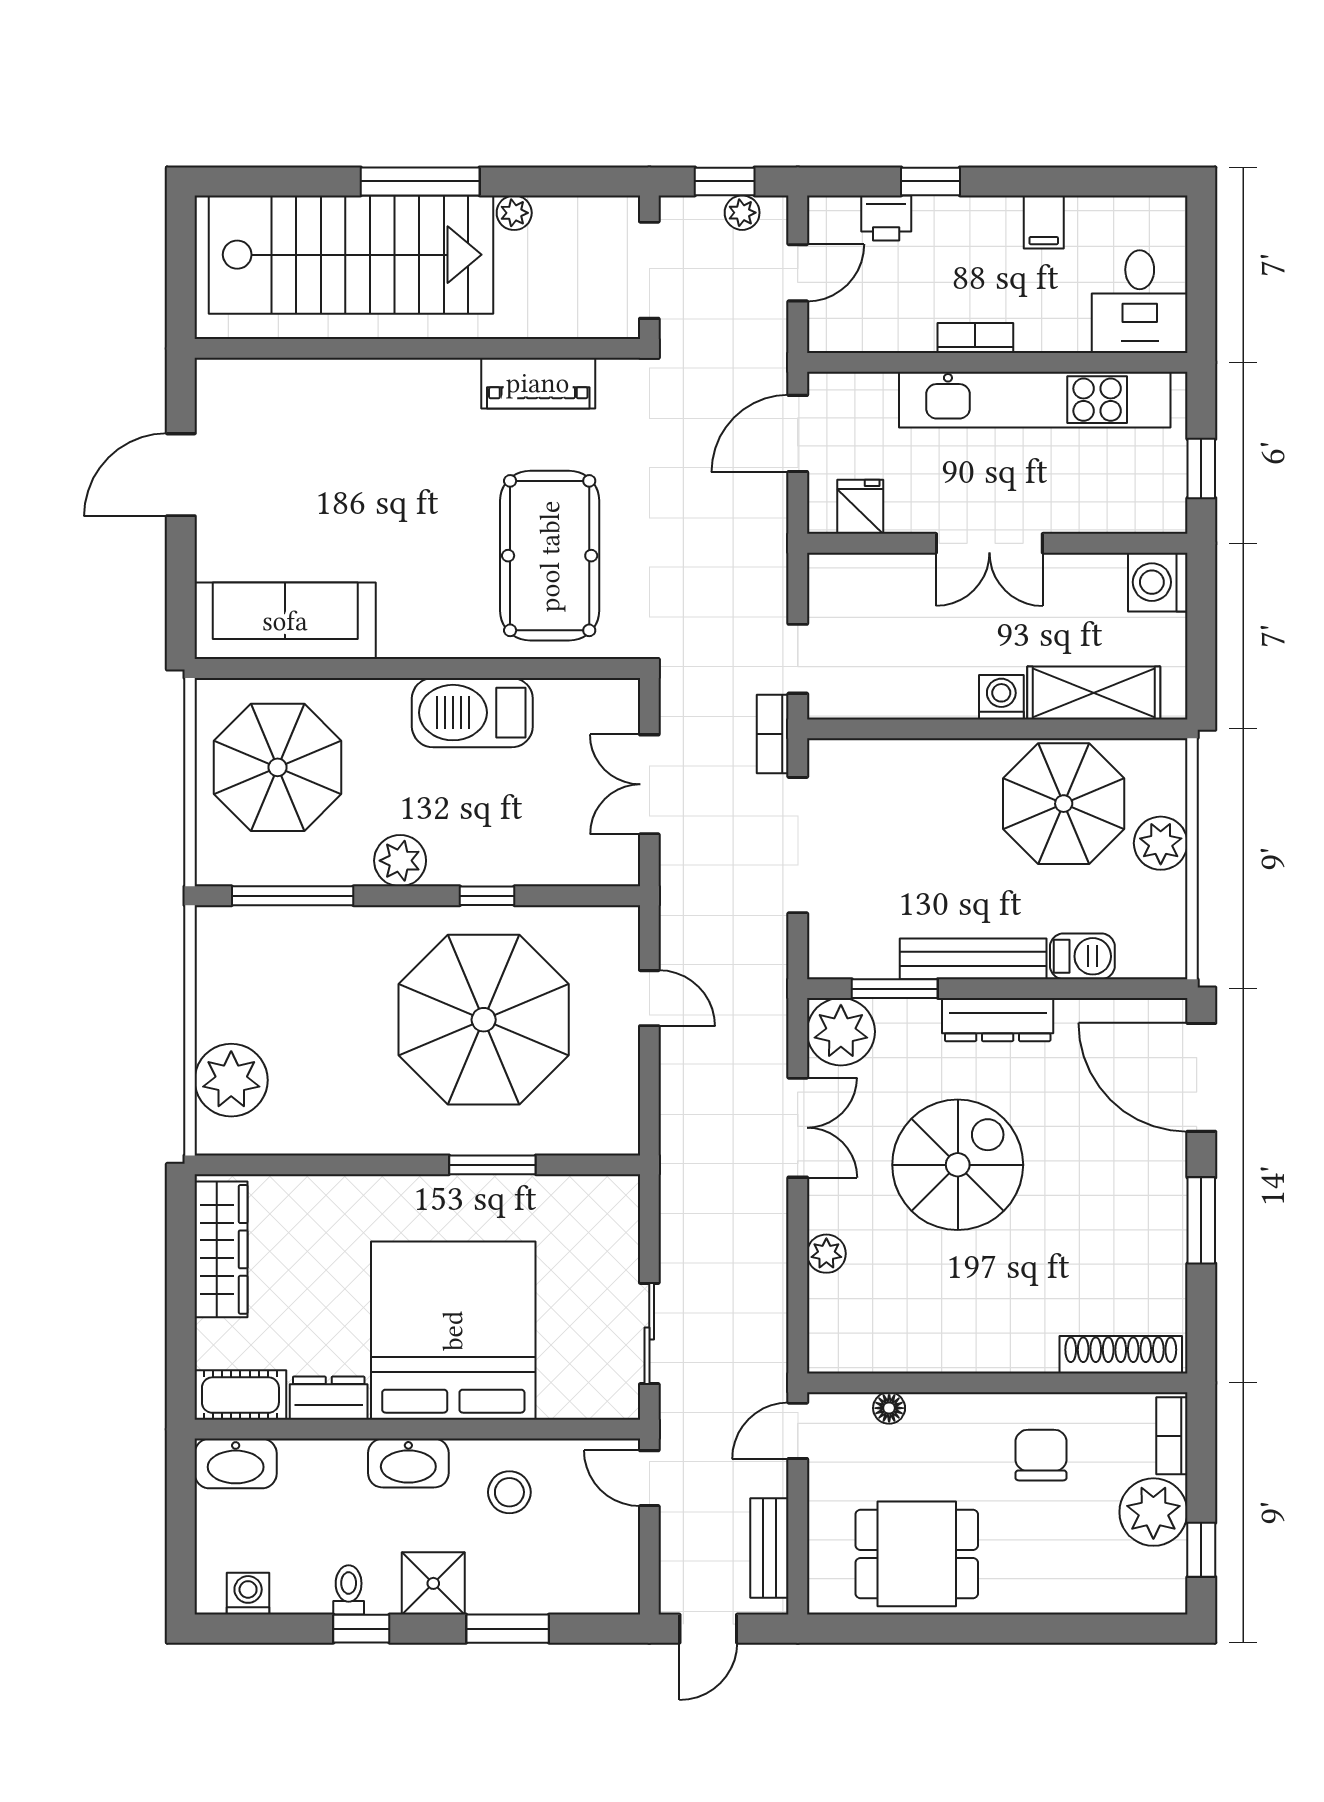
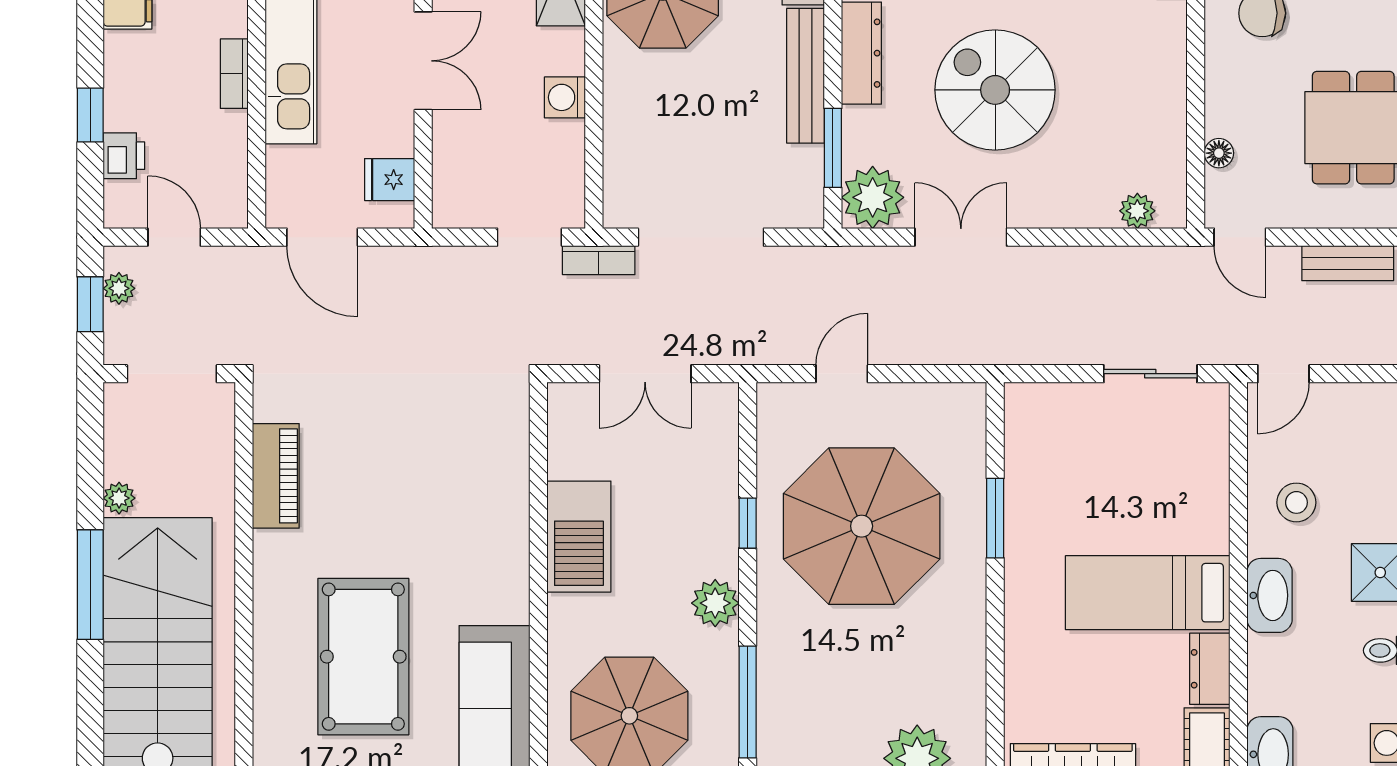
pool table: (550, 556) -> (363, 657), moved, turned 90
washing machine: (1001, 697) -> (565, 97), moved
plant: (826, 1254) -> (1137, 211), moved
bed: (453, 1331) -> (1148, 593), width x0.49

